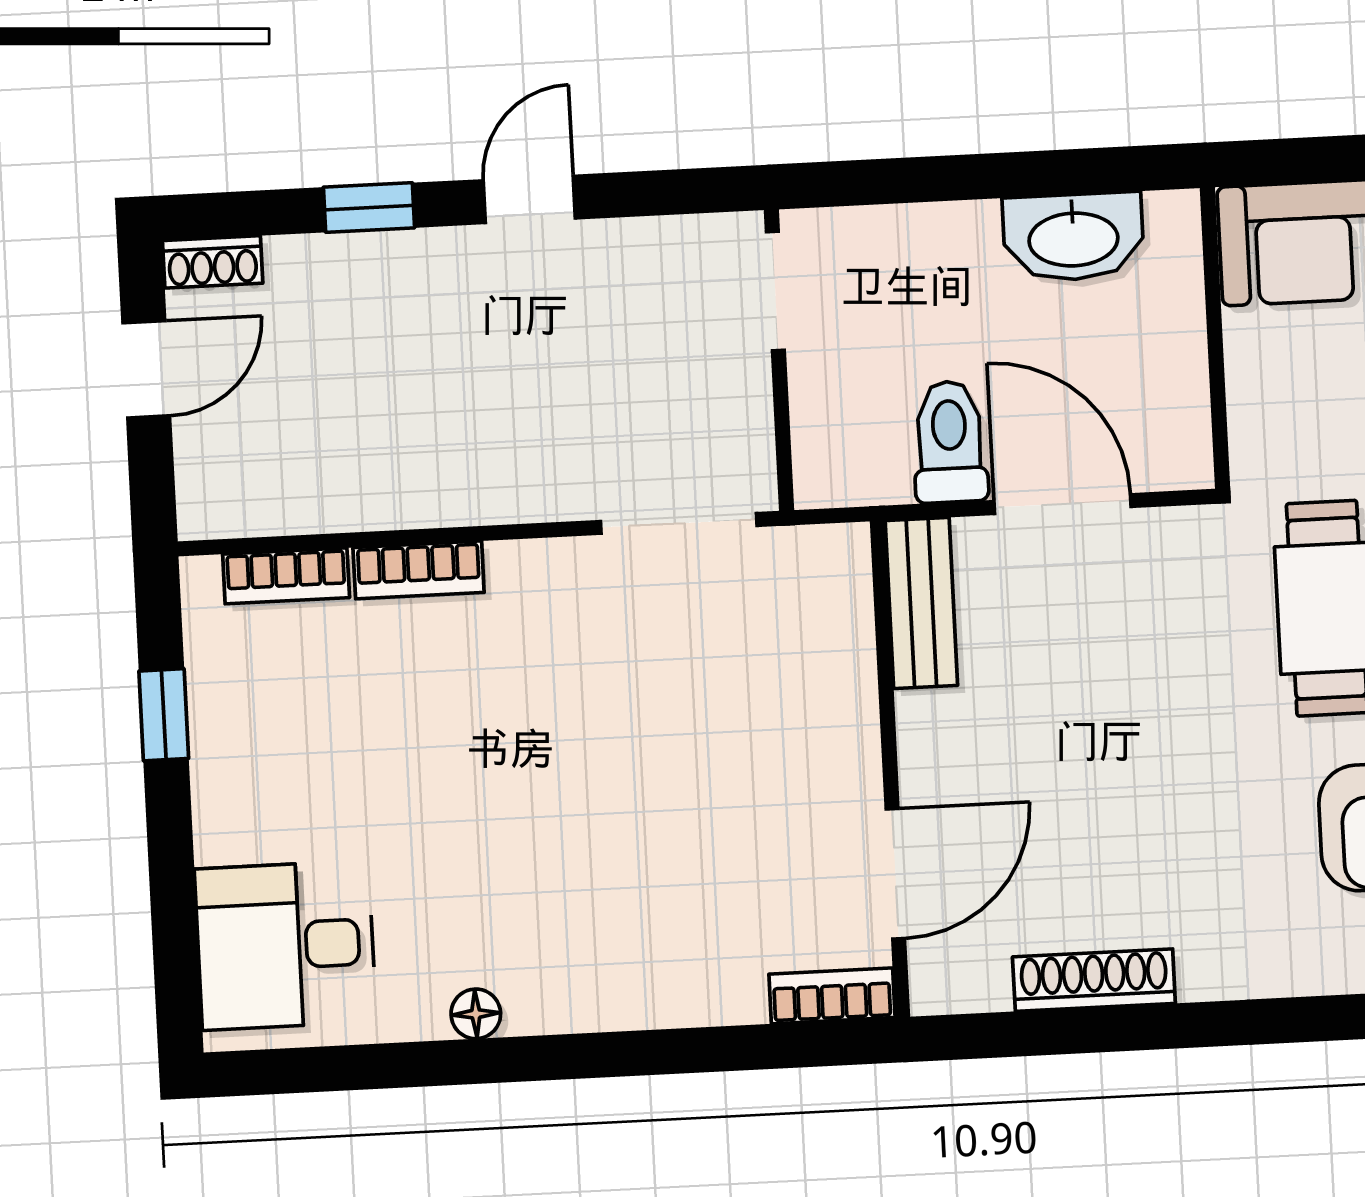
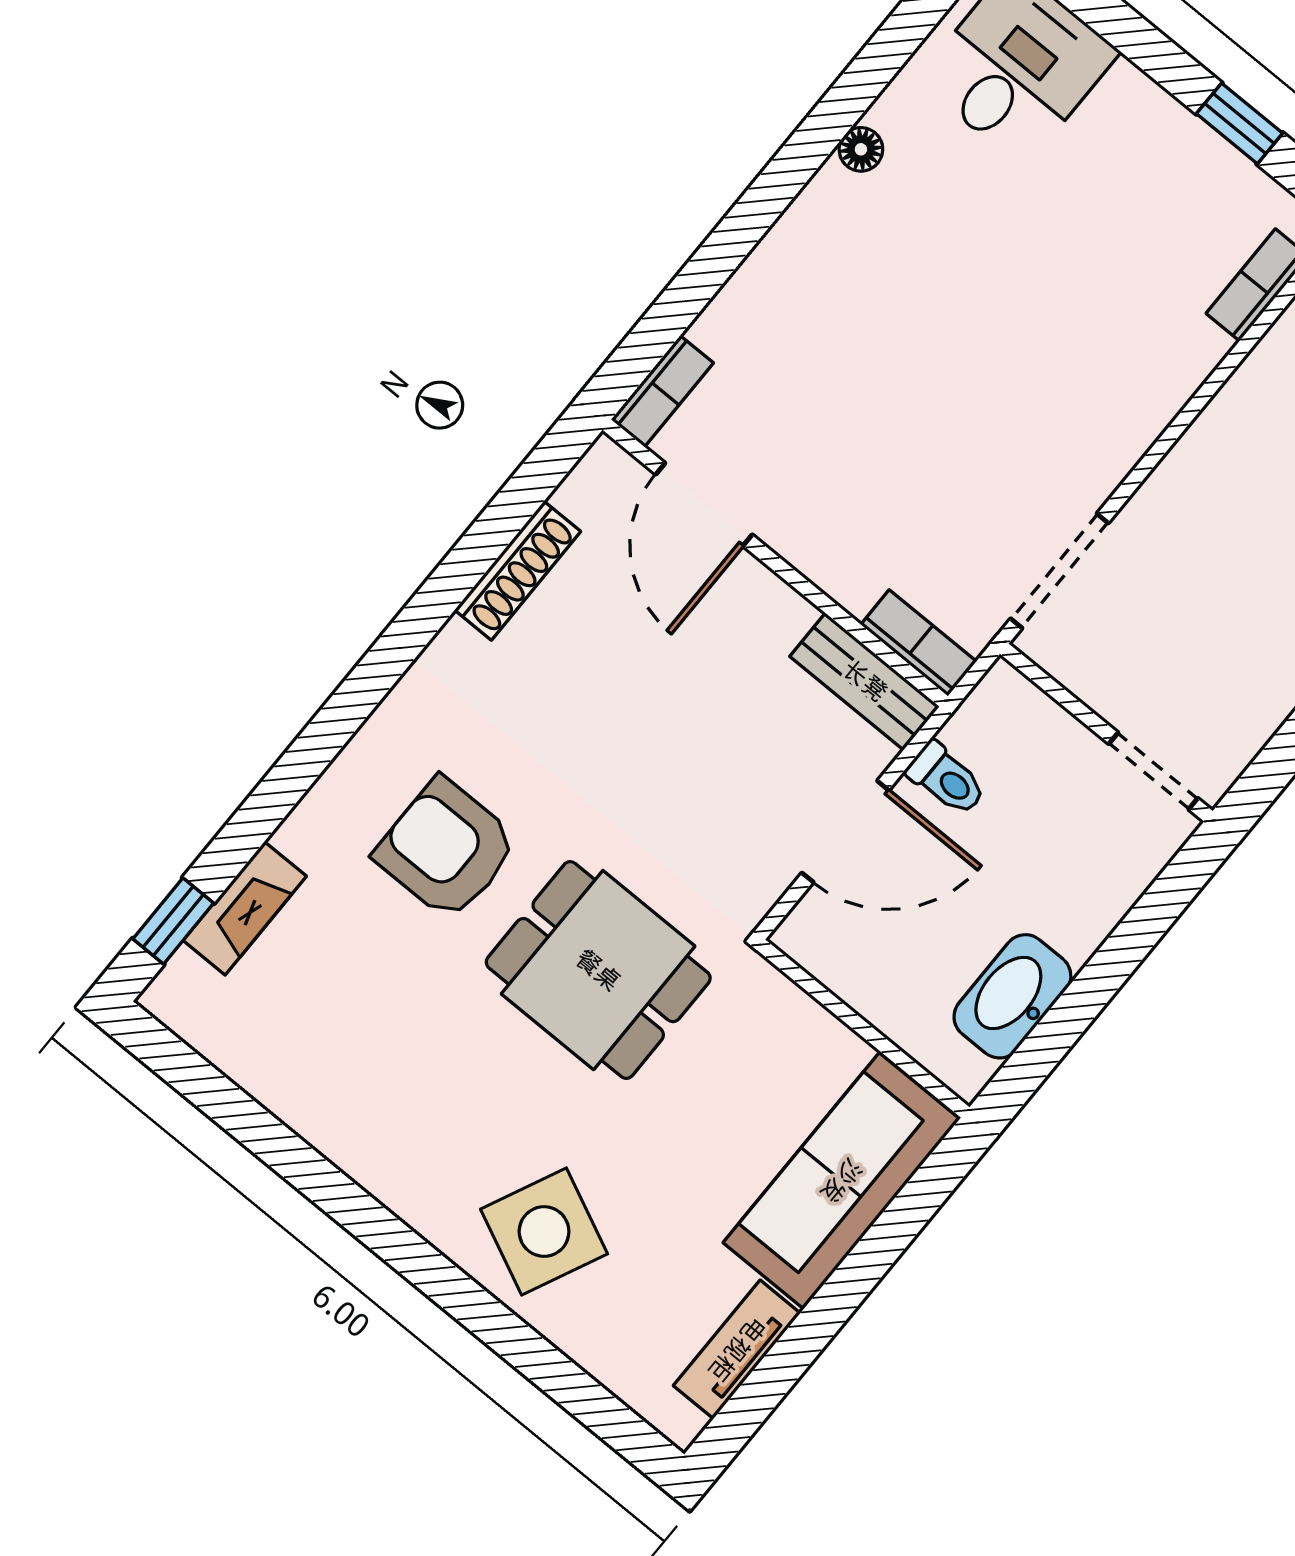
toilet: (950, 442) -> (946, 779), width x0.73, depth x0.72
bookcase: (419, 570) -> (919, 643), moved, turned 90

